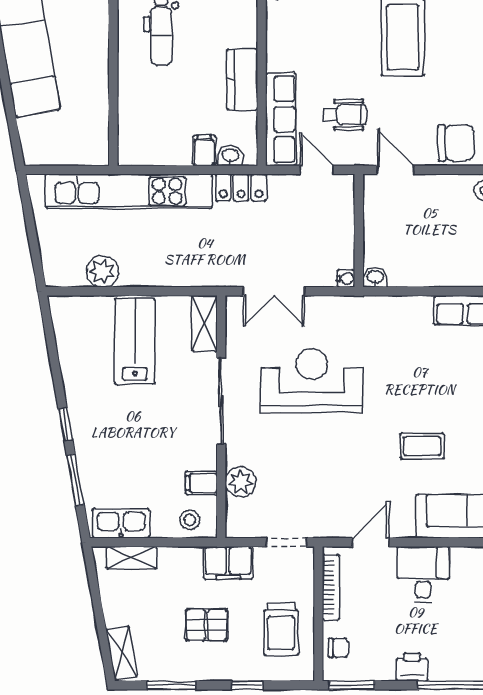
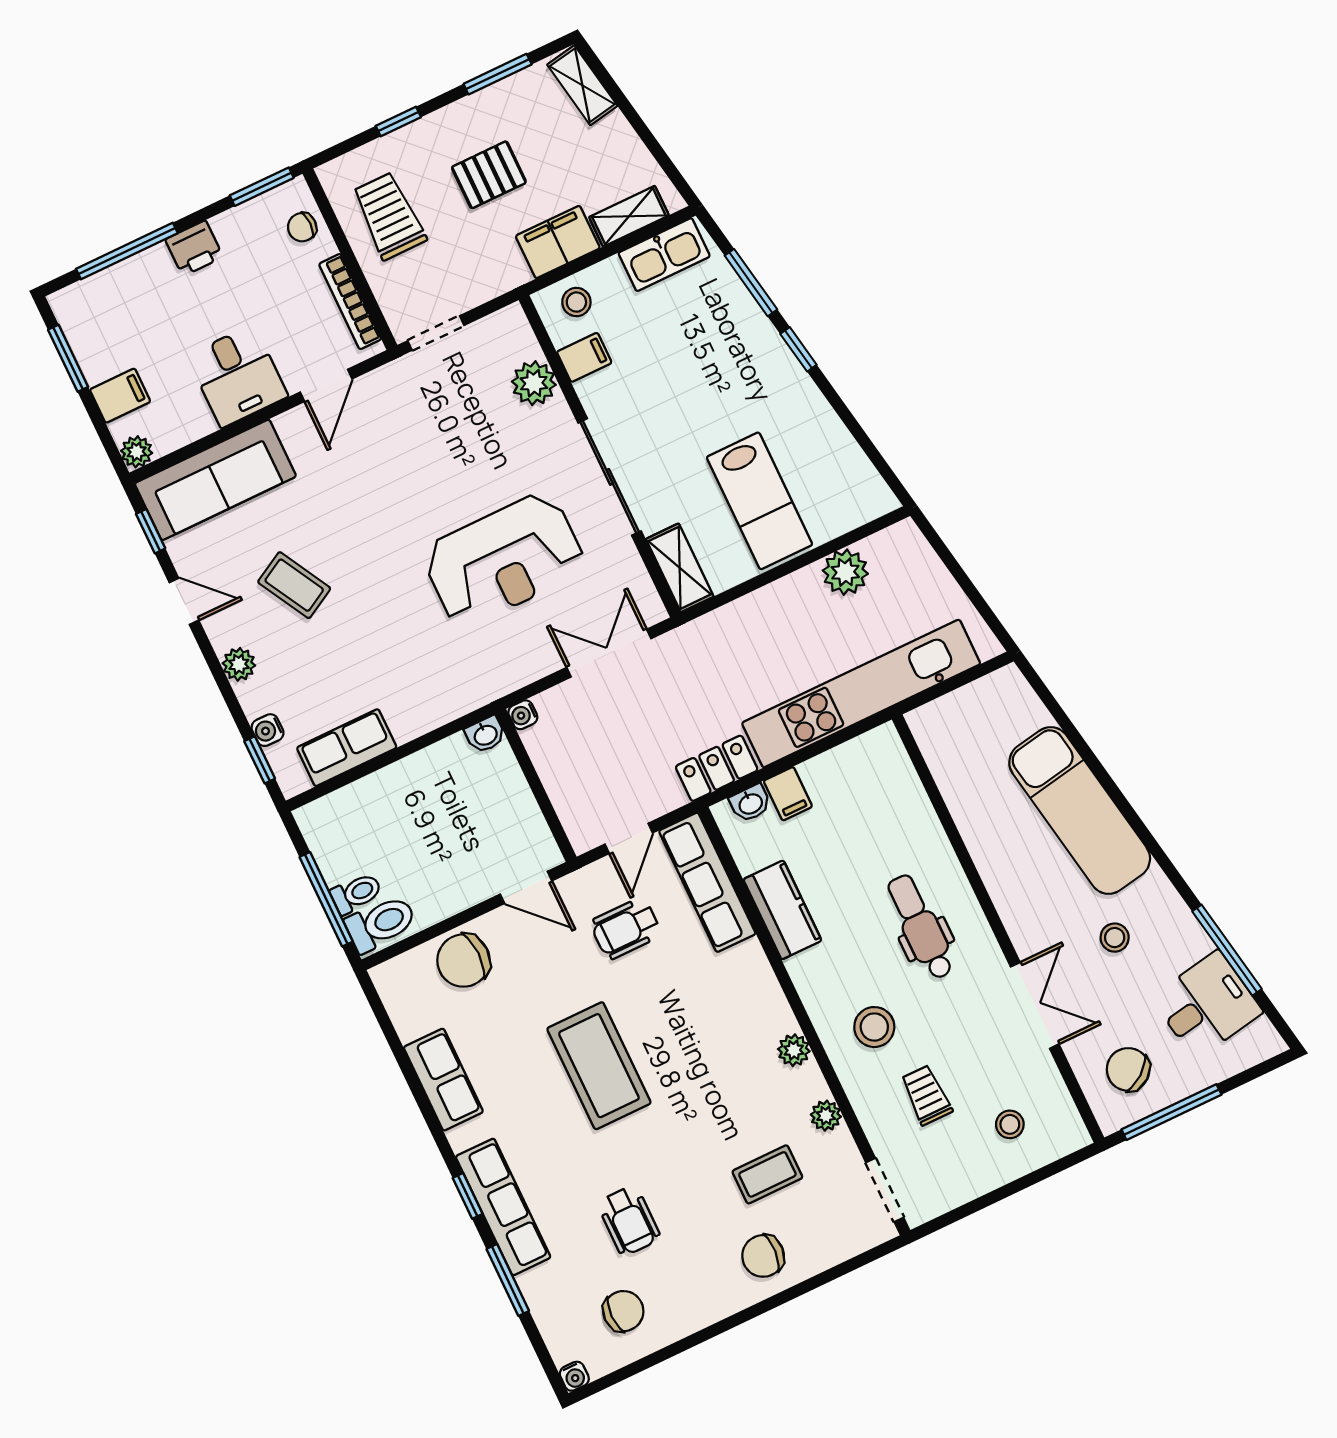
door: (317, 170) -> (629, 838), hinge flipped
coffee table: (422, 446) -> (294, 585), moved, turned 61
filing cabinet: (228, 563) -> (558, 242), moved

